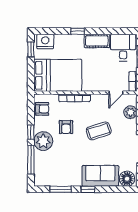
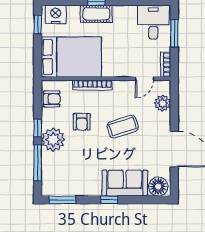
cot: (97, 41) -> (96, 14), moved
window: (61, 189) -> (62, 200), moved

